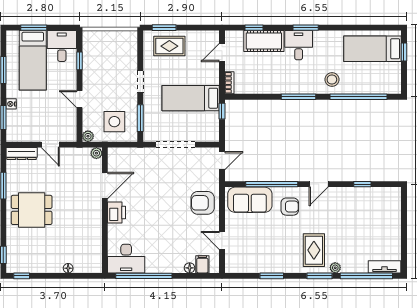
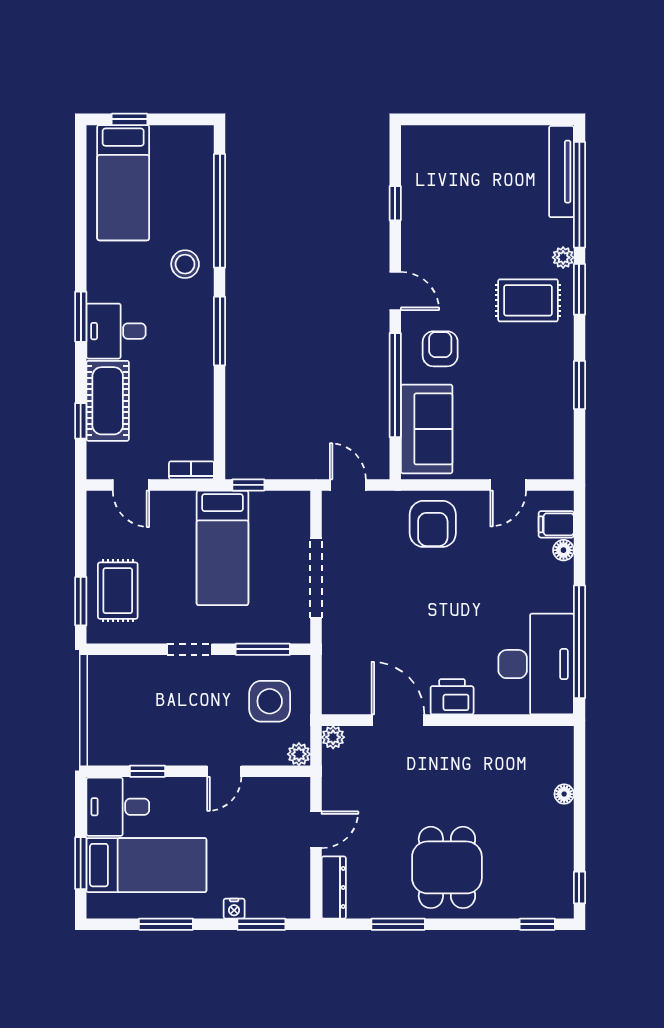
desk: (126, 259) -> (536, 664), width x1.36, depth x1.30
tv unit: (385, 267) -> (561, 172), width x1.41

